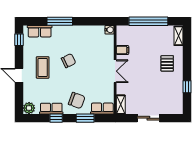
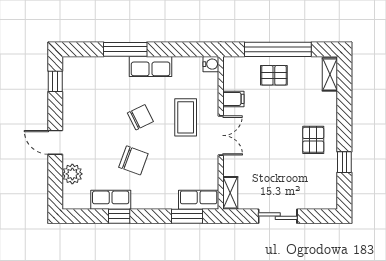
row of seats: (40, 31) -> (151, 66), moved
pallet: (146, 36) -> (274, 75), added
pallet: (167, 63) -> (313, 140), moved
coffee table: (43, 67) -> (186, 117), moved
chair: (77, 100) -> (133, 160), moved
plant: (29, 108) -> (72, 174), moved
window: (85, 118) -> (187, 216), moved

